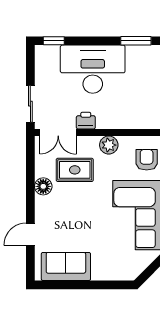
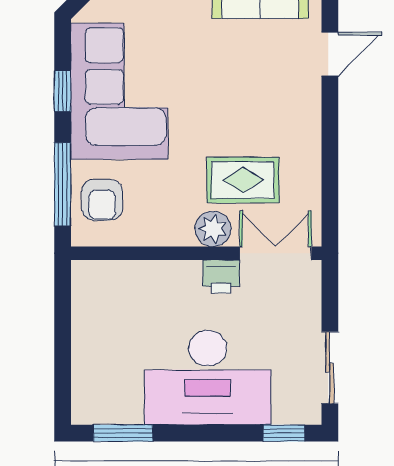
sliding door: (30, 104) -> (330, 368), moved
plant: (109, 145) -> (213, 229), moved
floor lamp: (43, 186) -> (305, 148), removed

